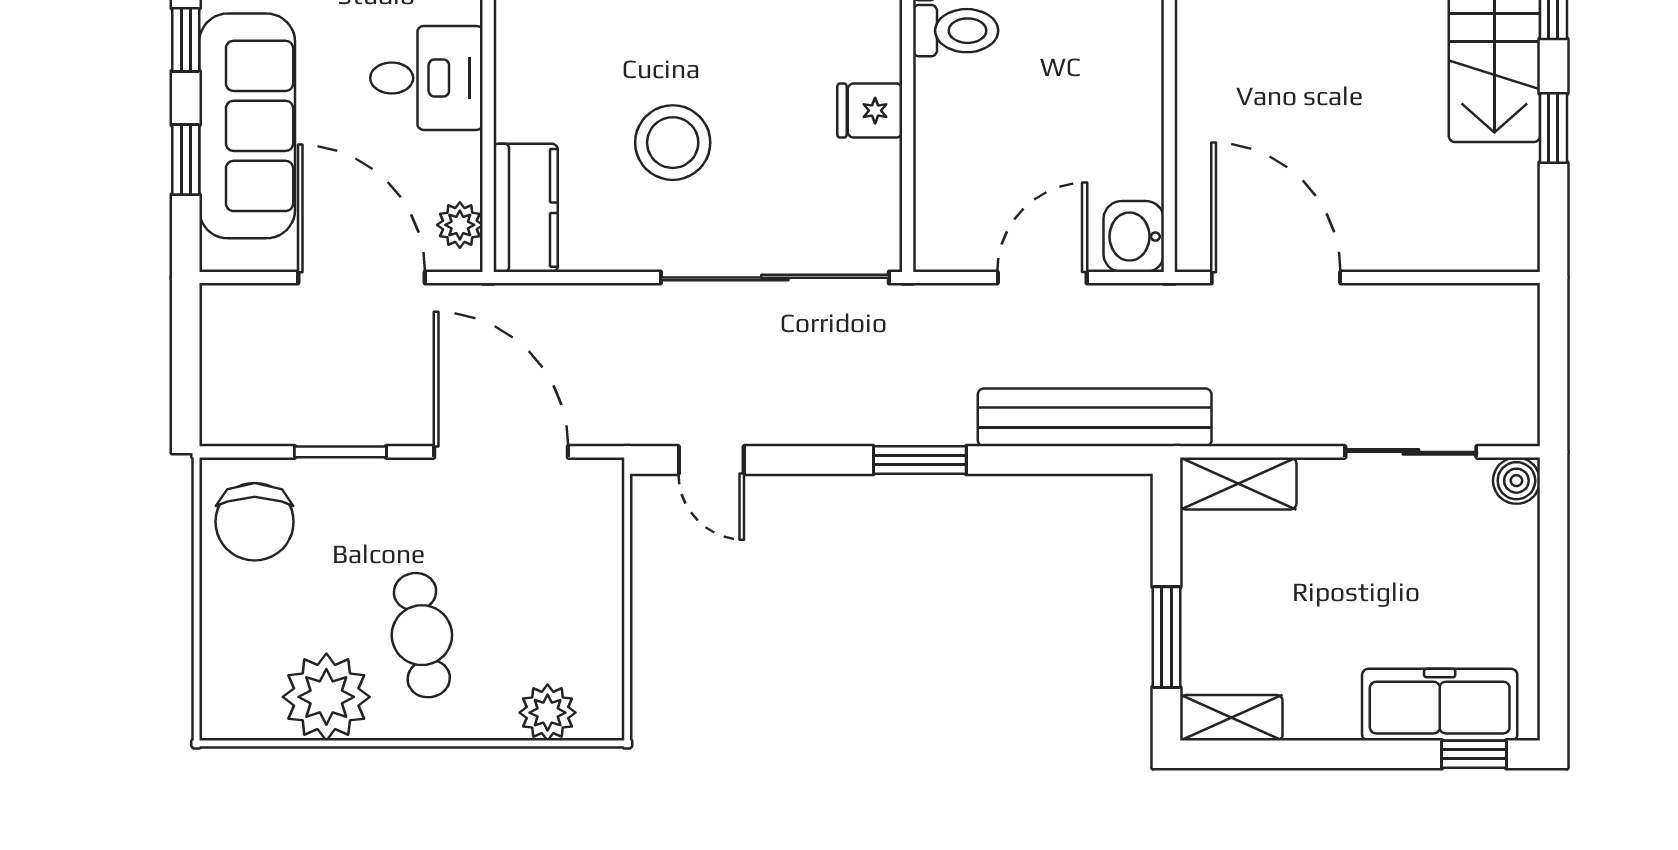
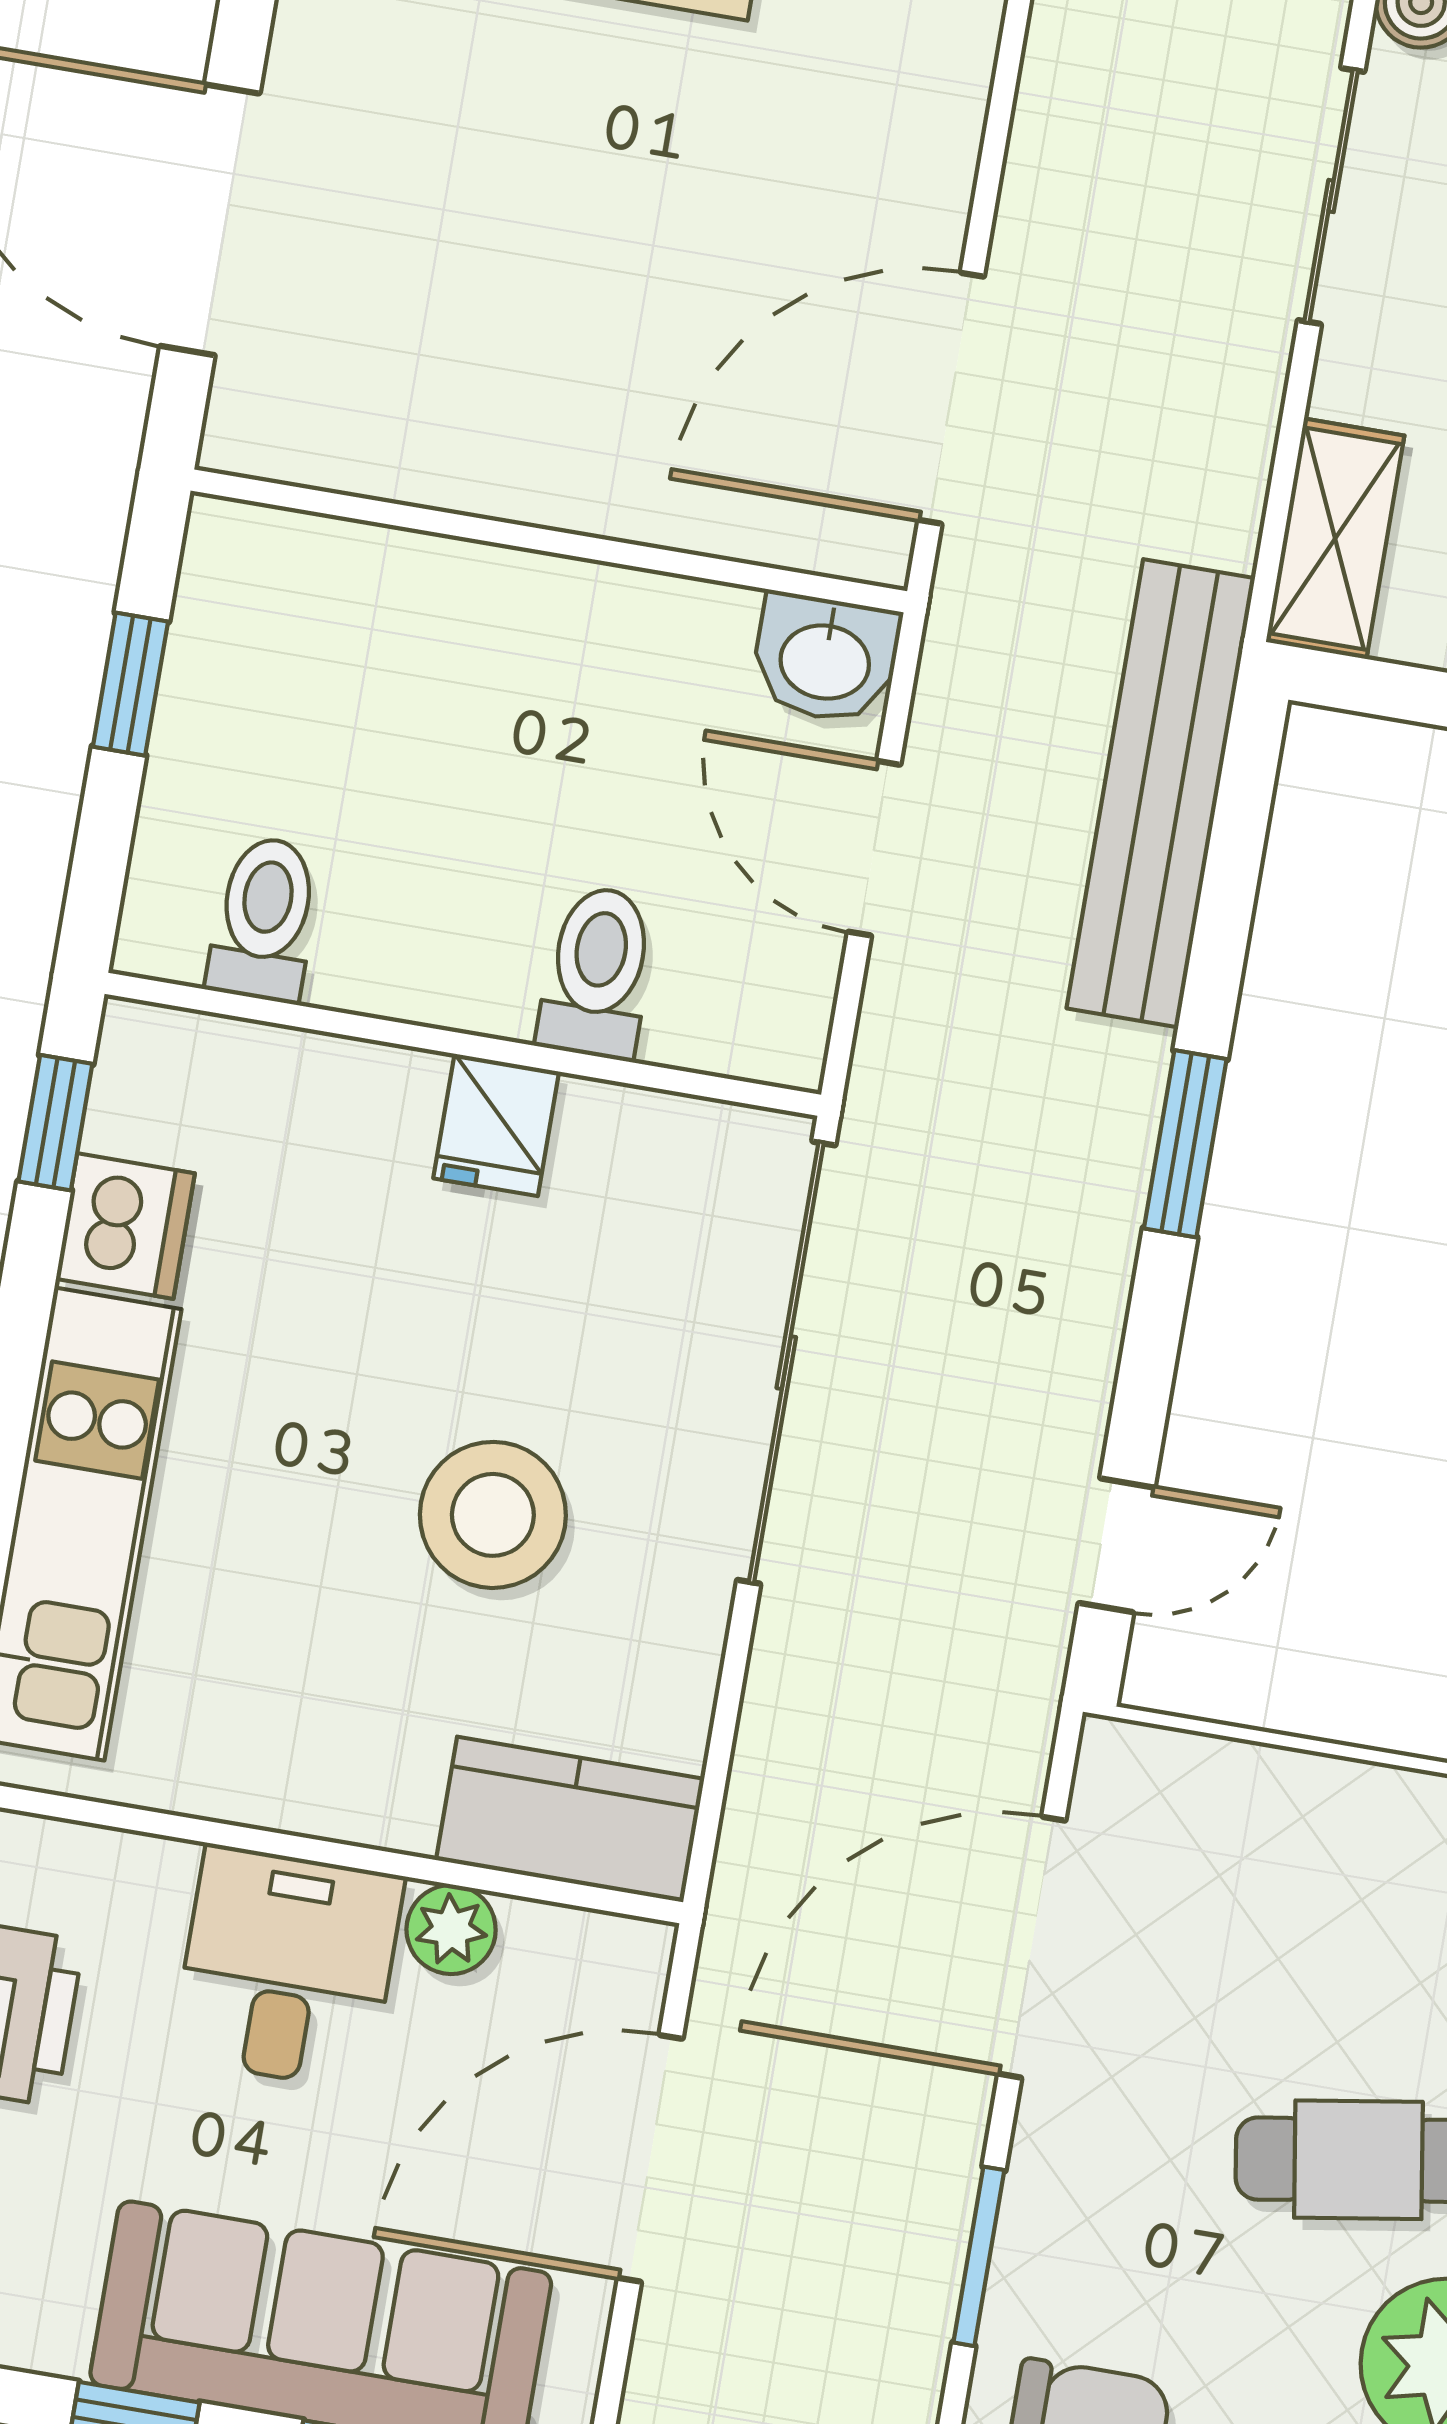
toilet: (956, 31) -> (597, 972), moved
plant: (460, 225) -> (451, 1930), moved

